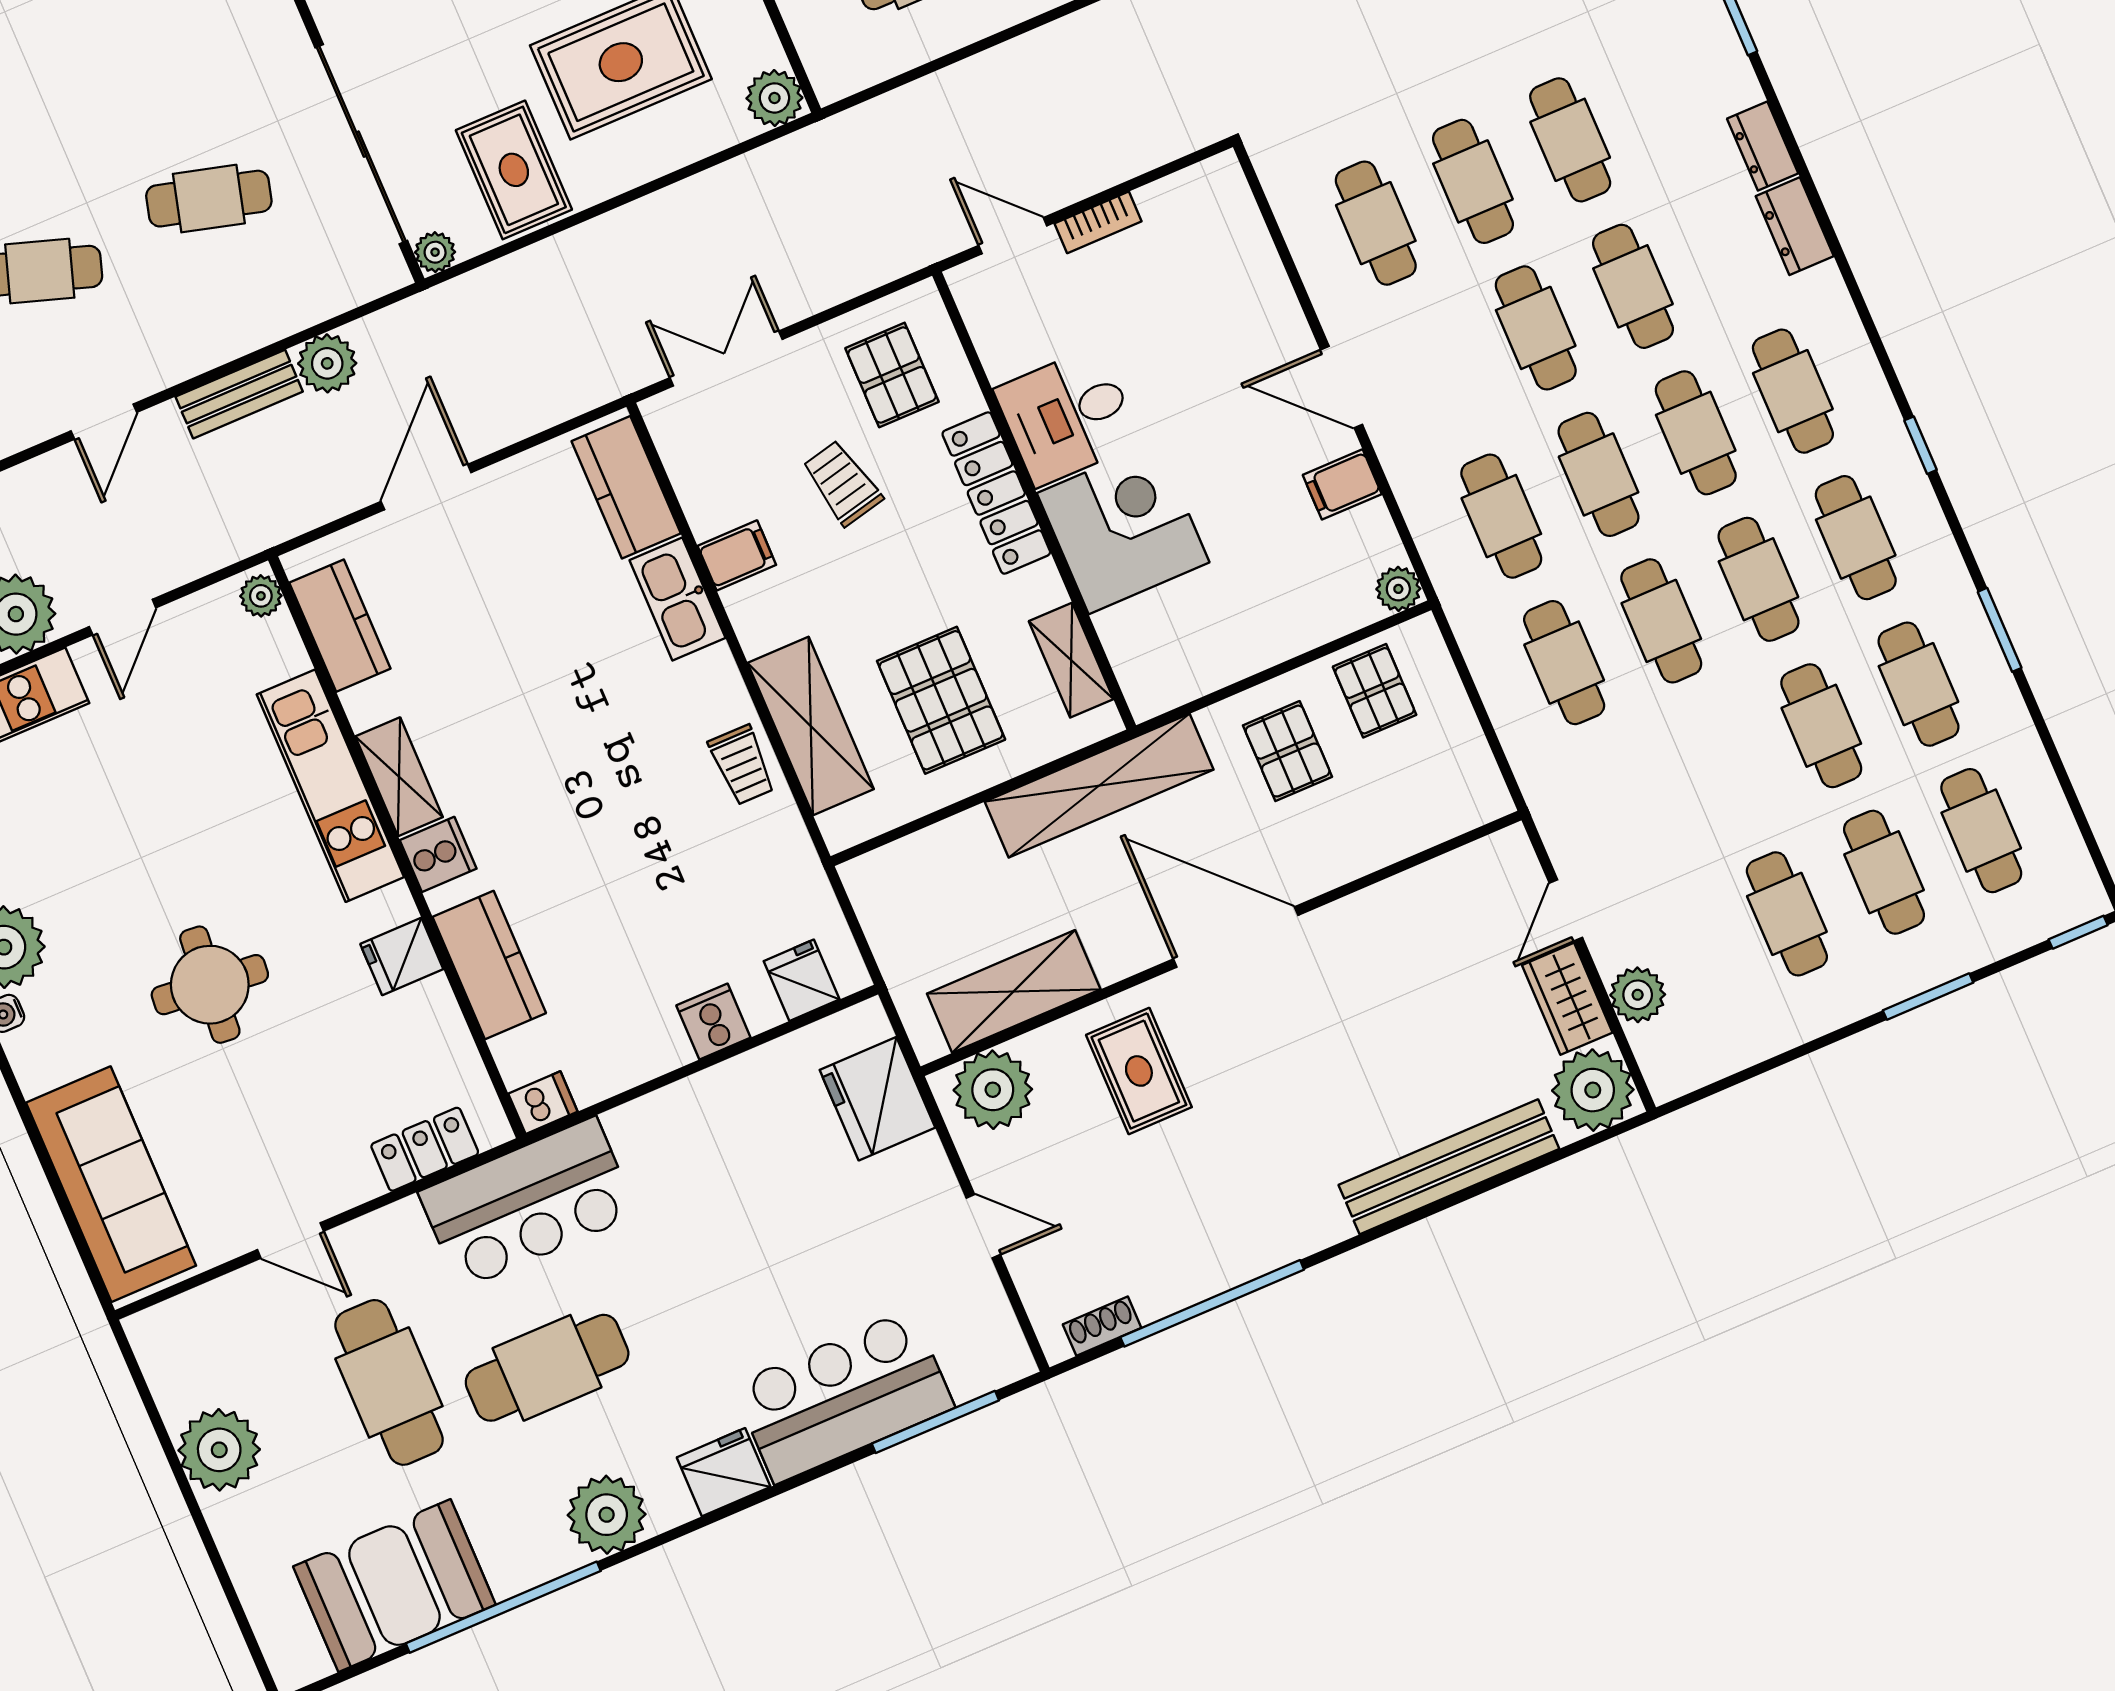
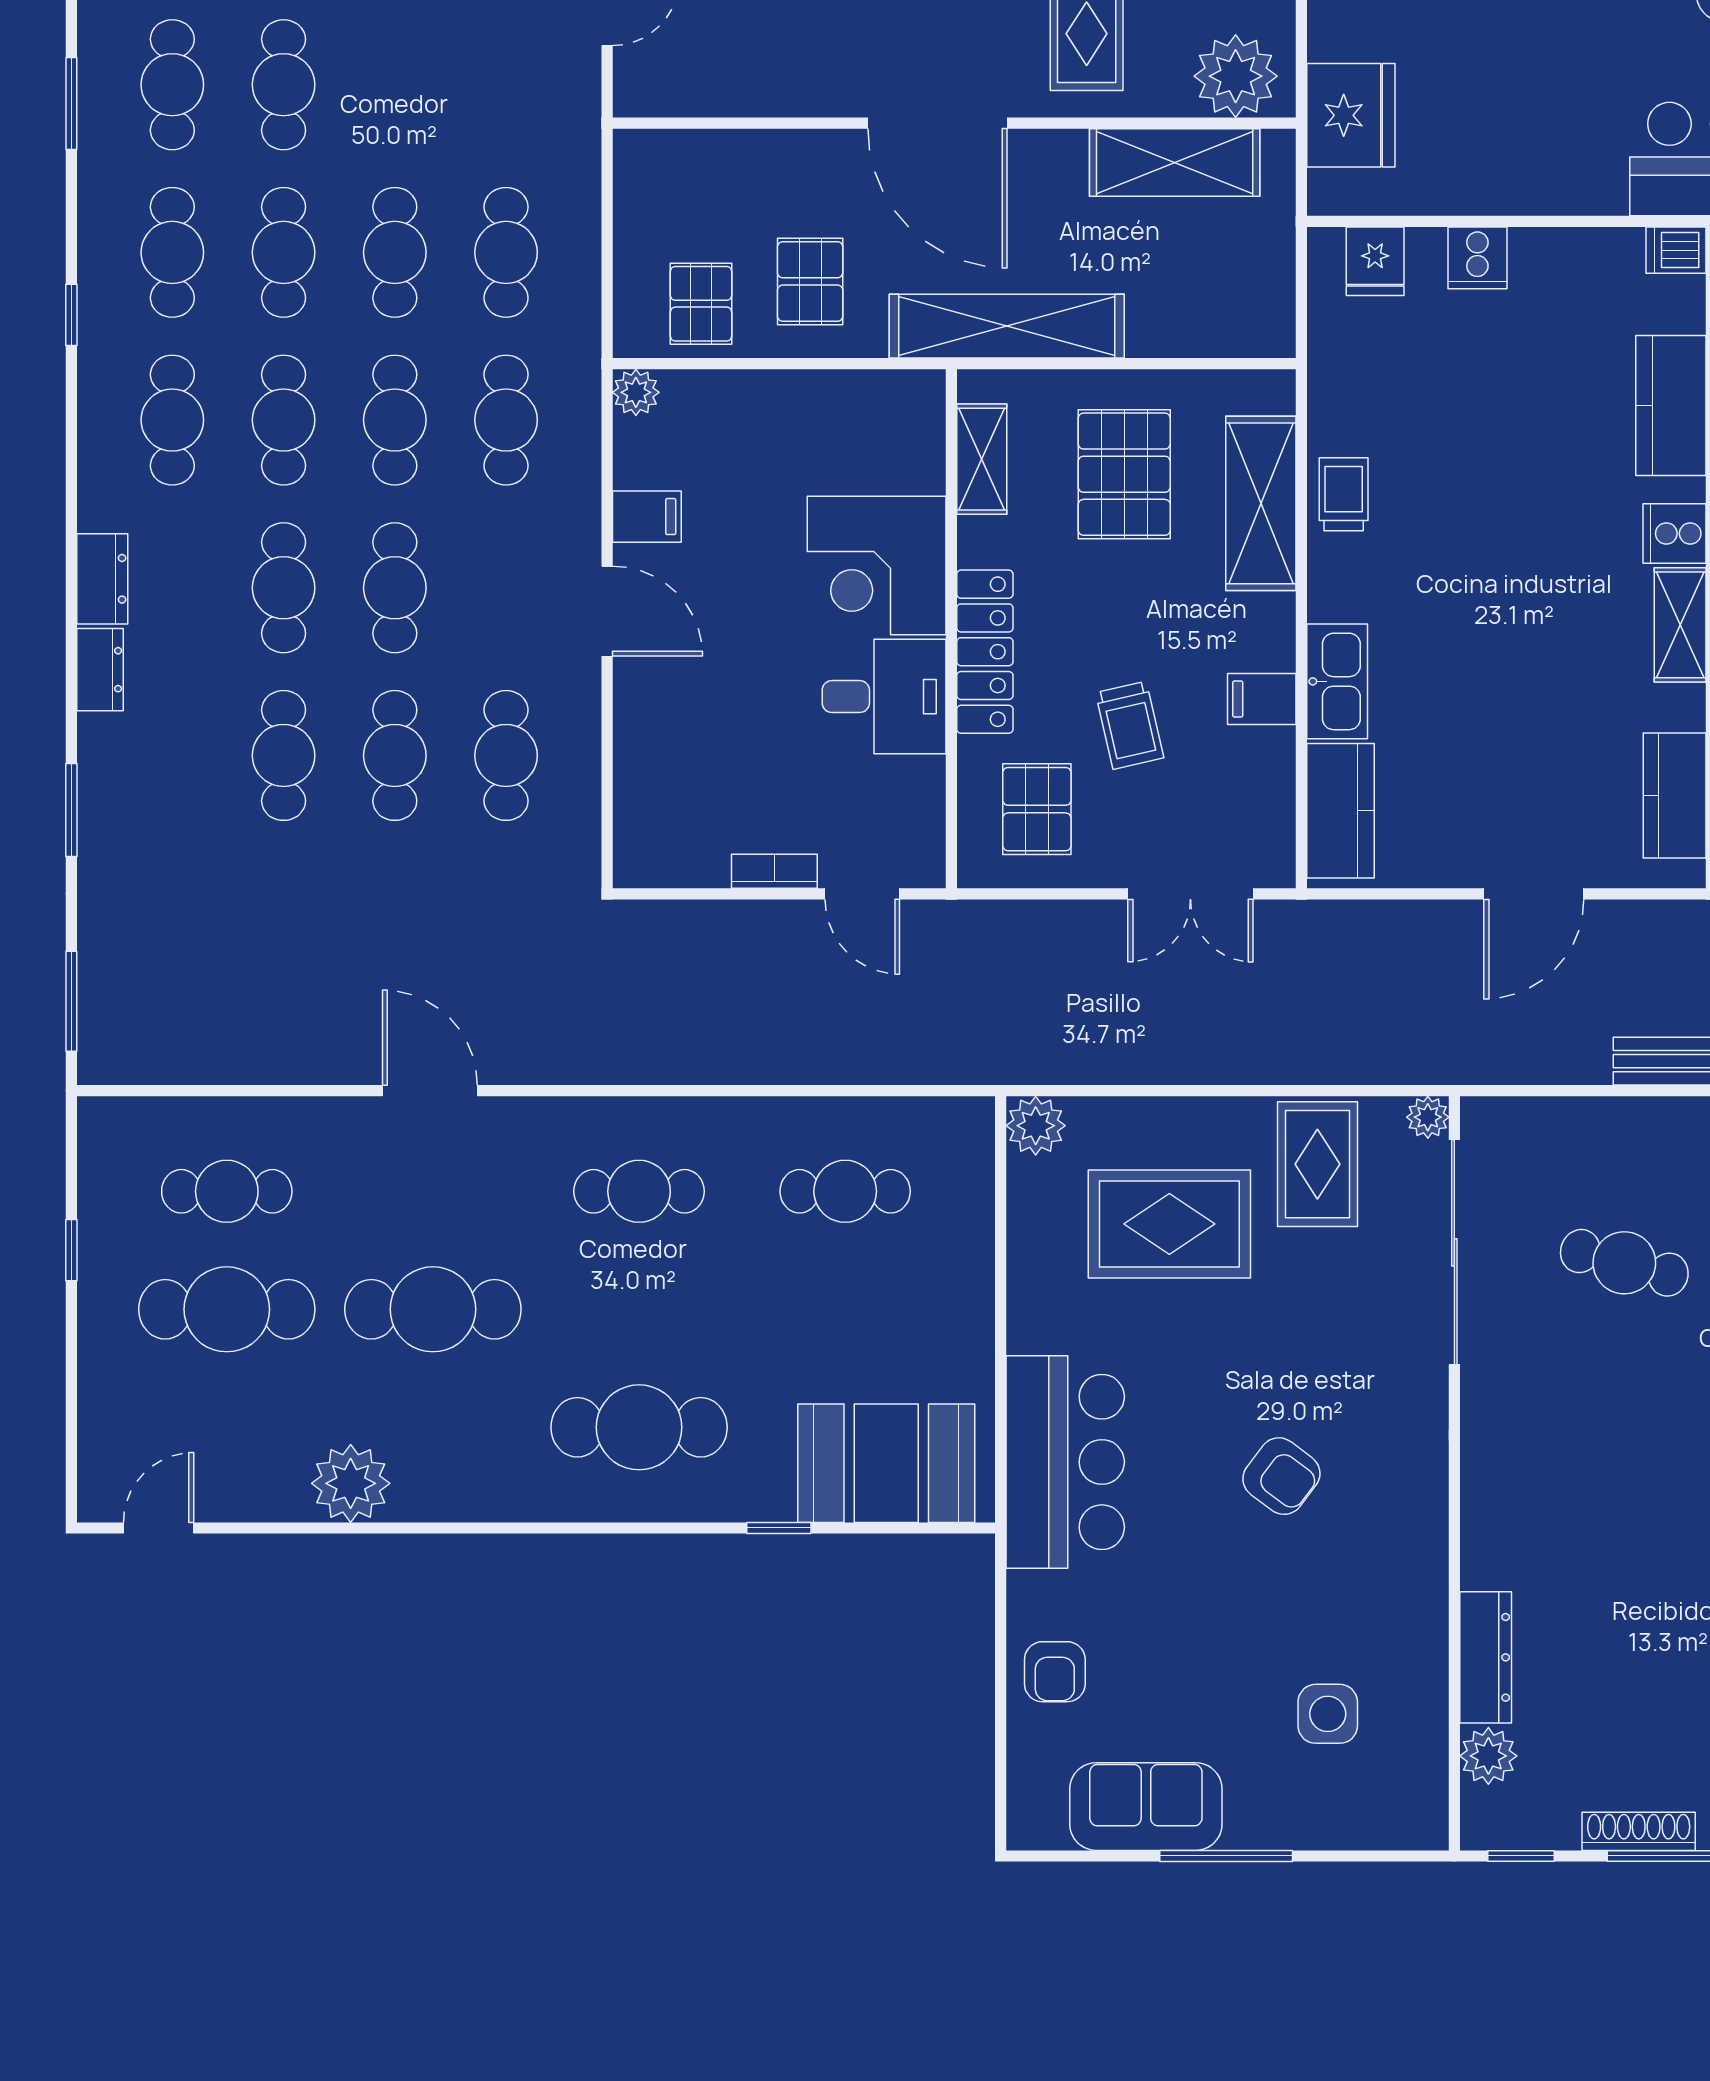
plant: (327, 363) -> (1578, 1054), removed

